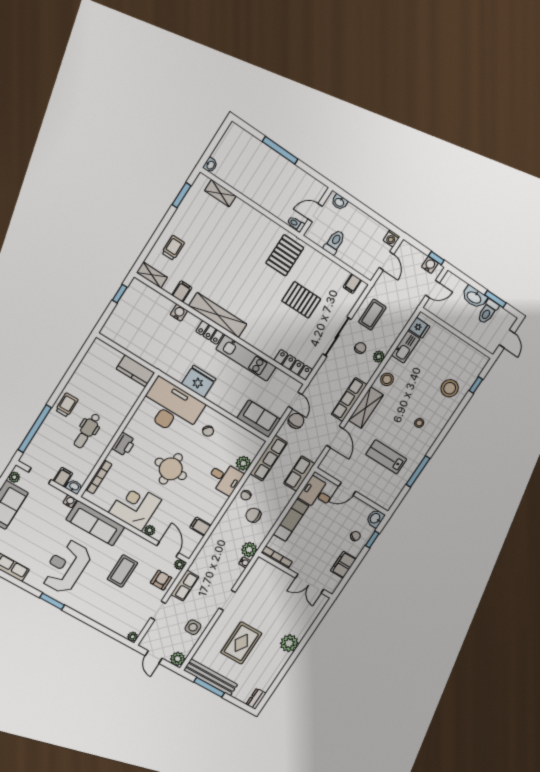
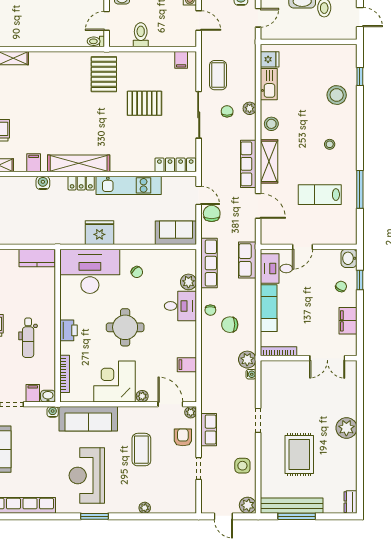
plant: (133, 637) -> (145, 508), moved

